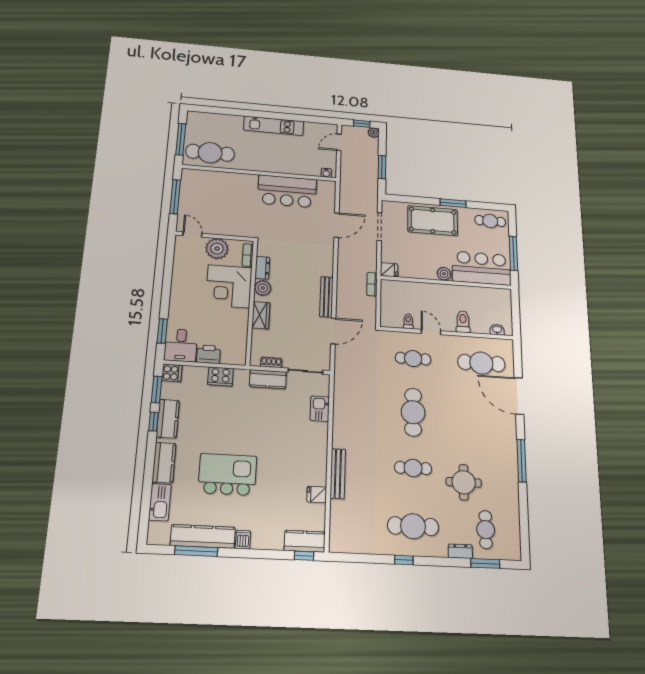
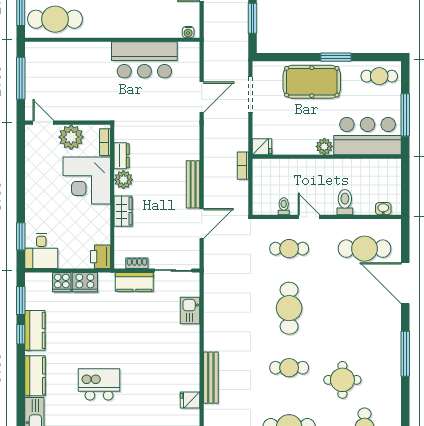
printer: (209, 354) -> (101, 257), moved, turned -90
cooker: (172, 373) -> (62, 282), moved, turned 90
kitchen island: (228, 474) -> (99, 384), width x0.73, depth x0.78

